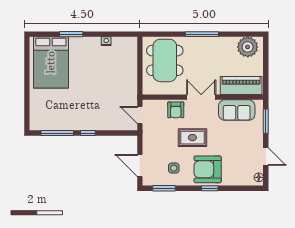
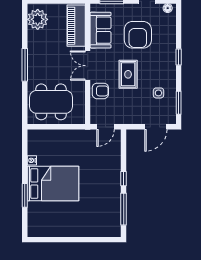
bed: (51, 62) -> (53, 184), moved
armchair: (208, 169) -> (138, 35), moved

